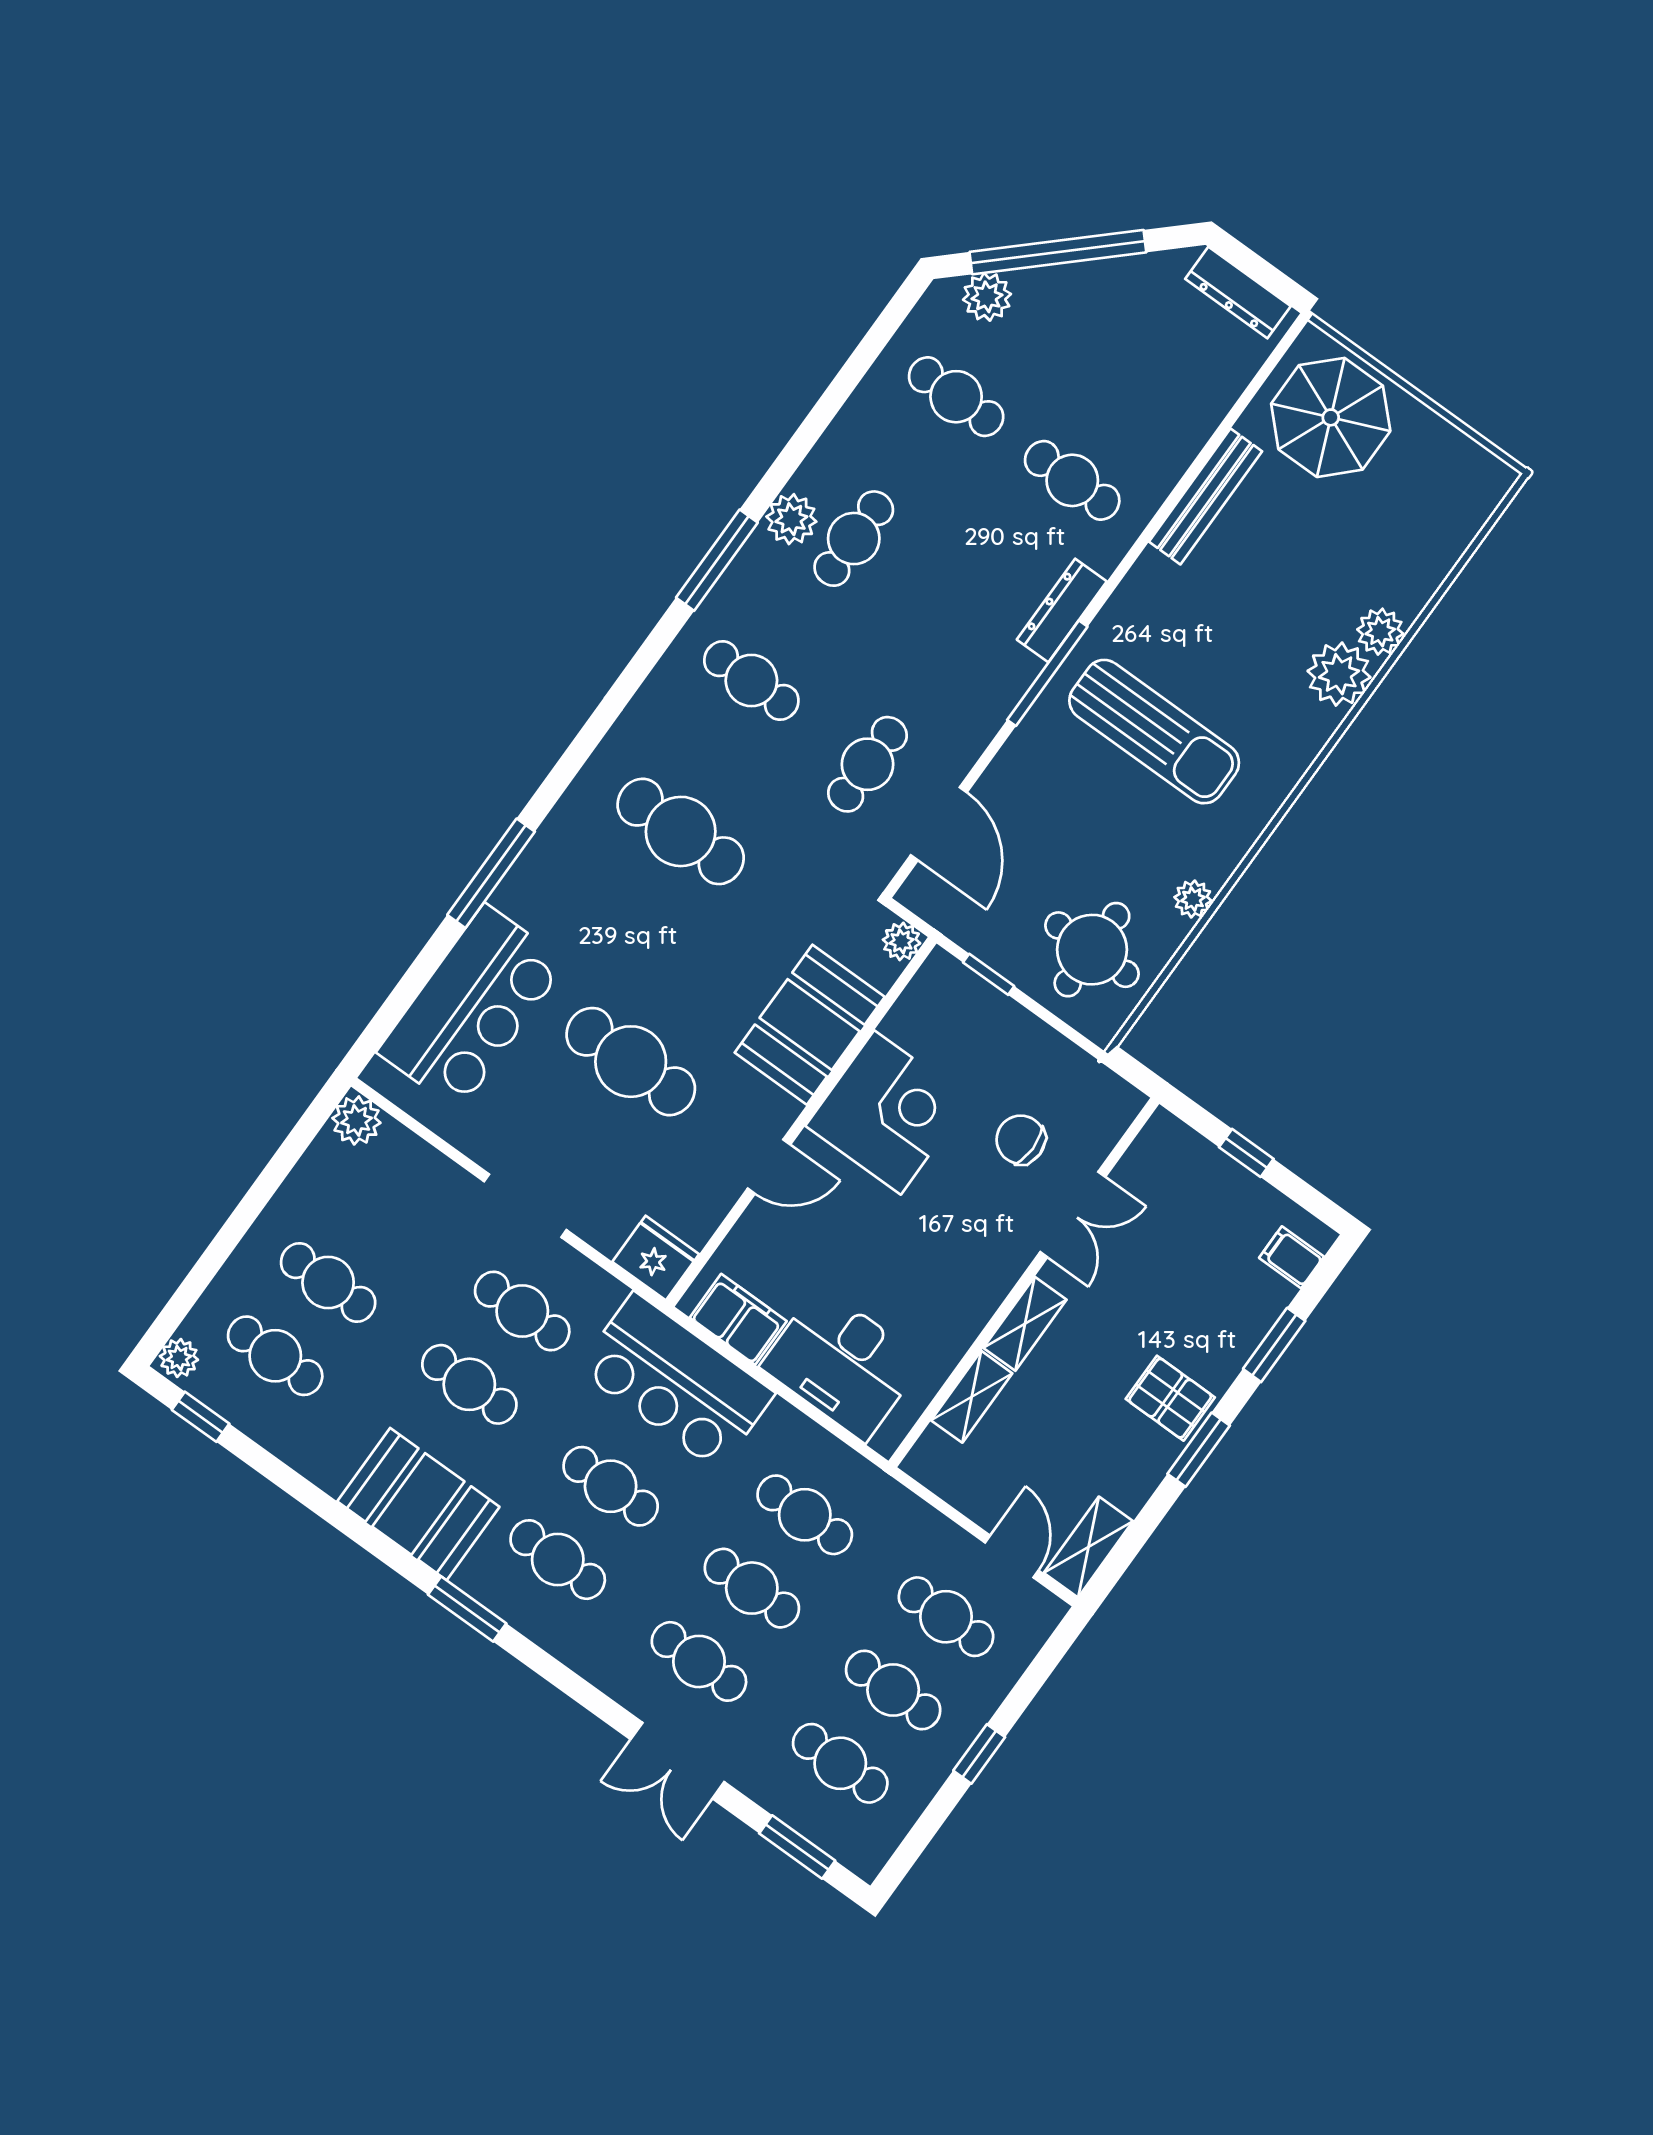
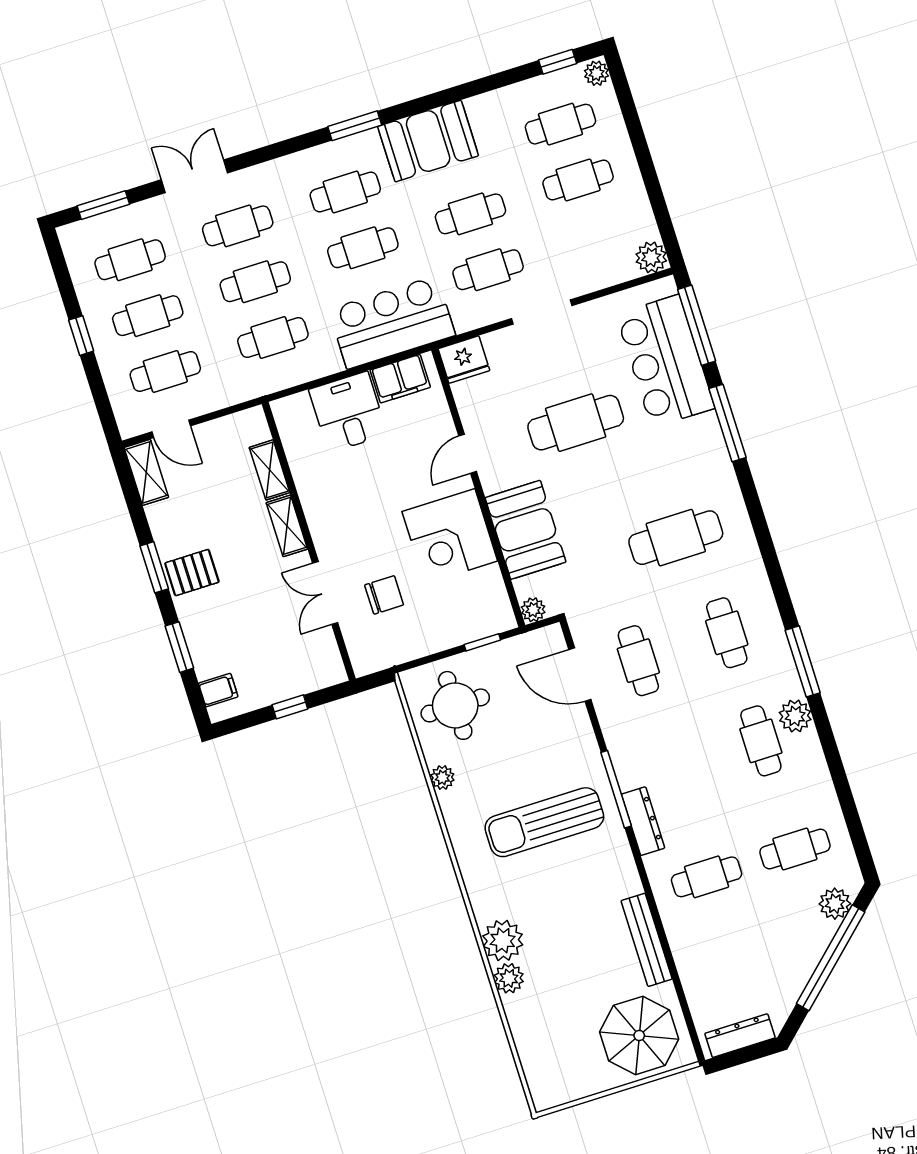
cafe table: (751, 681) -> (727, 633), turned 90
window: (398, 1002) -> (697, 325), added
desk: (842, 1364) -> (348, 412), width x0.73

